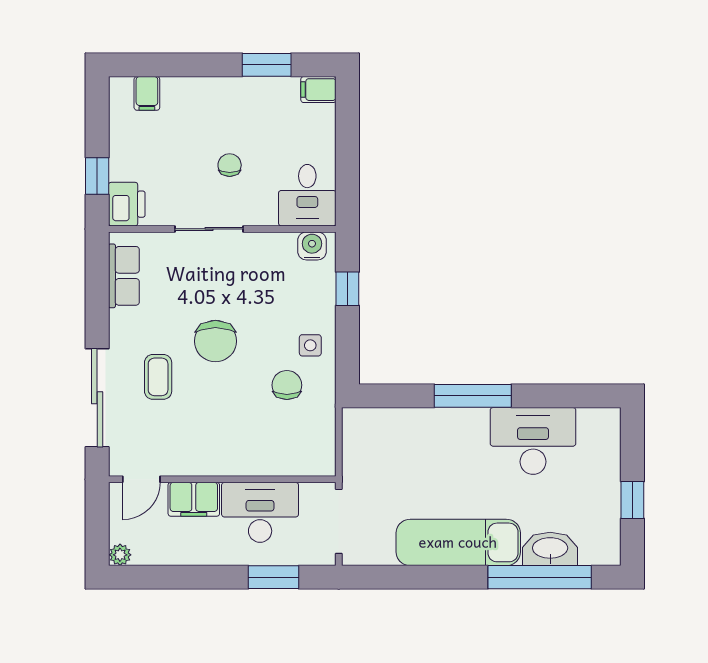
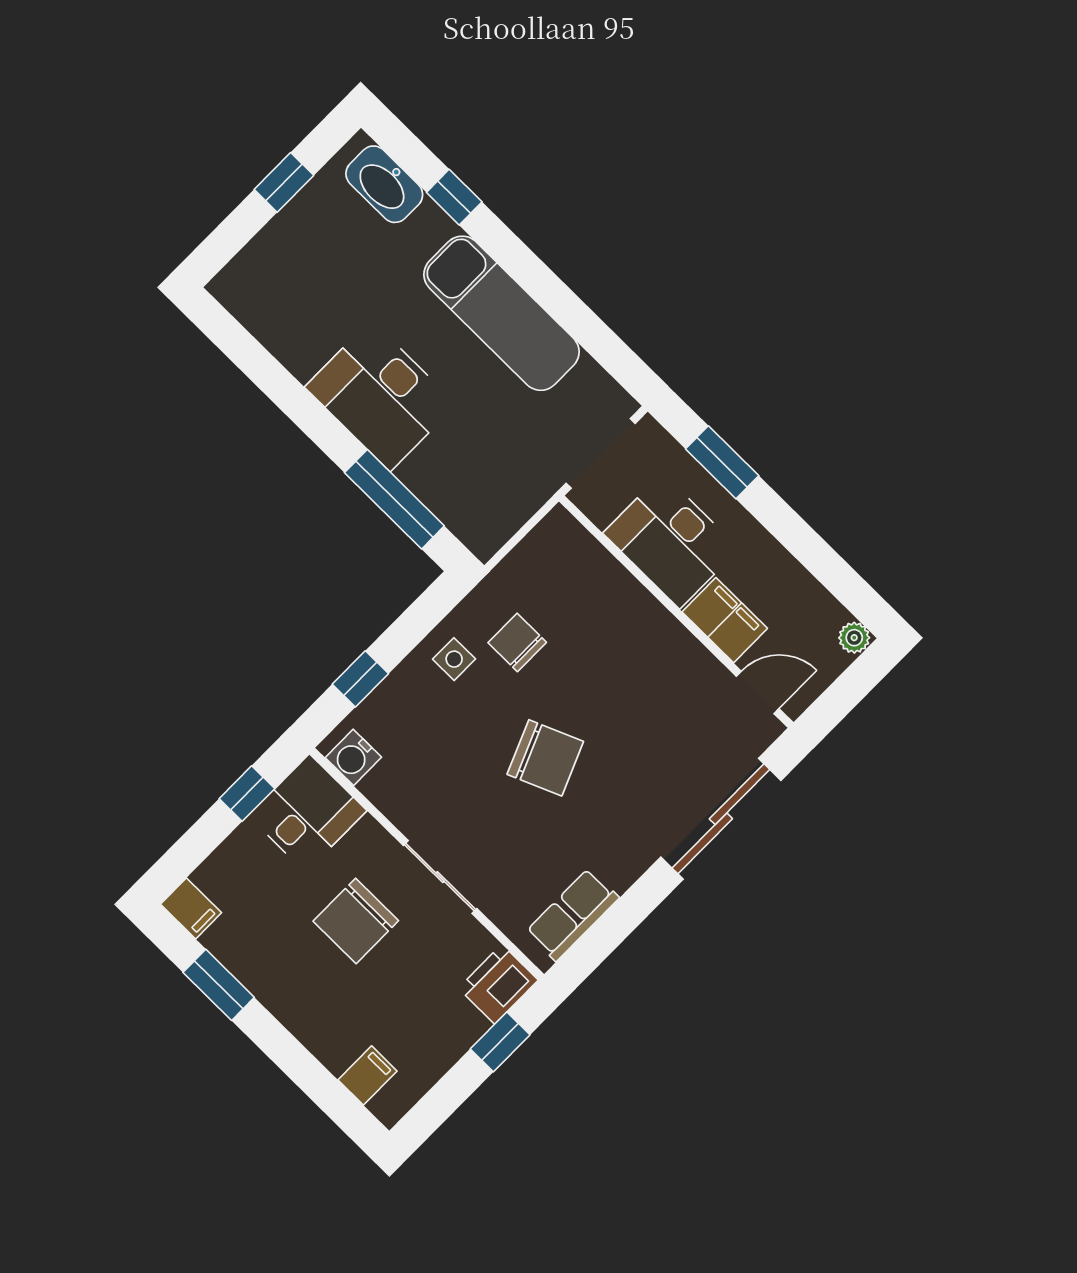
chair: (230, 165) -> (356, 921), width x1.87, depth x1.87
window: (347, 175) -> (247, 794), added
chair: (215, 341) -> (545, 758), turned 67
coffee table: (158, 377) -> (639, 779), removed
chair: (287, 385) -> (517, 642), turned 90
window: (473, 396) -> (394, 499), moved
desk: (533, 441) -> (381, 396), moved
washbasin: (550, 549) -> (384, 184), moved
window: (540, 577) -> (454, 197), width x0.32

